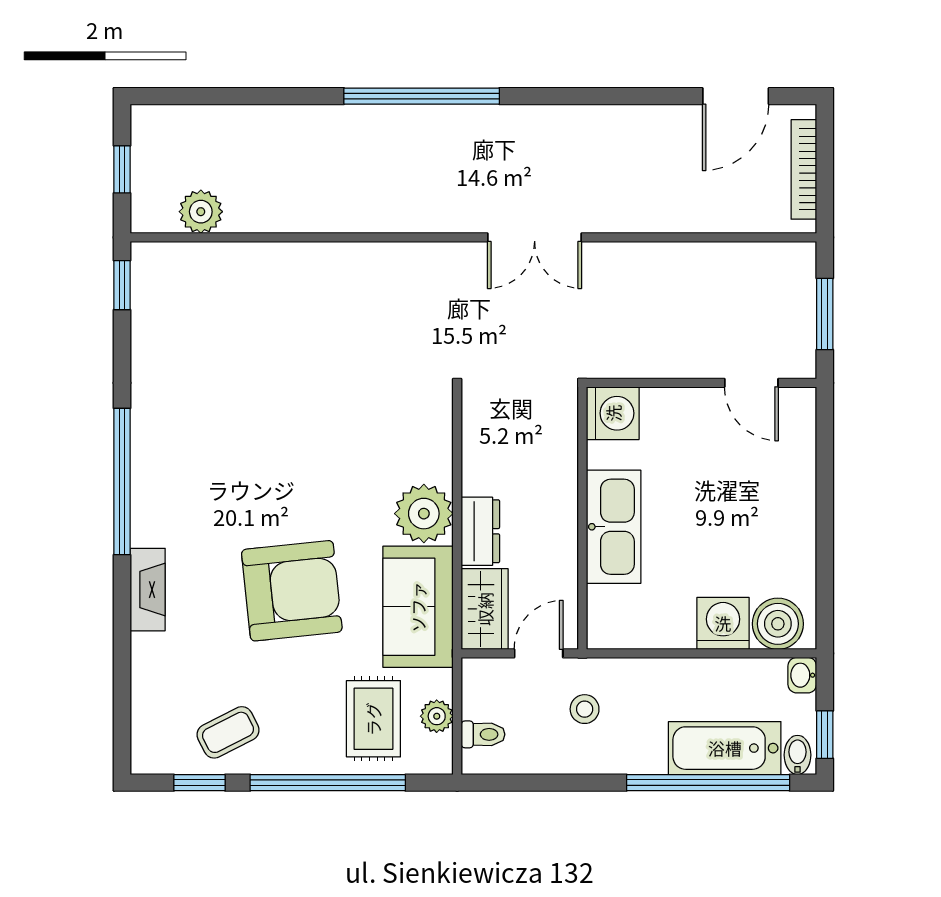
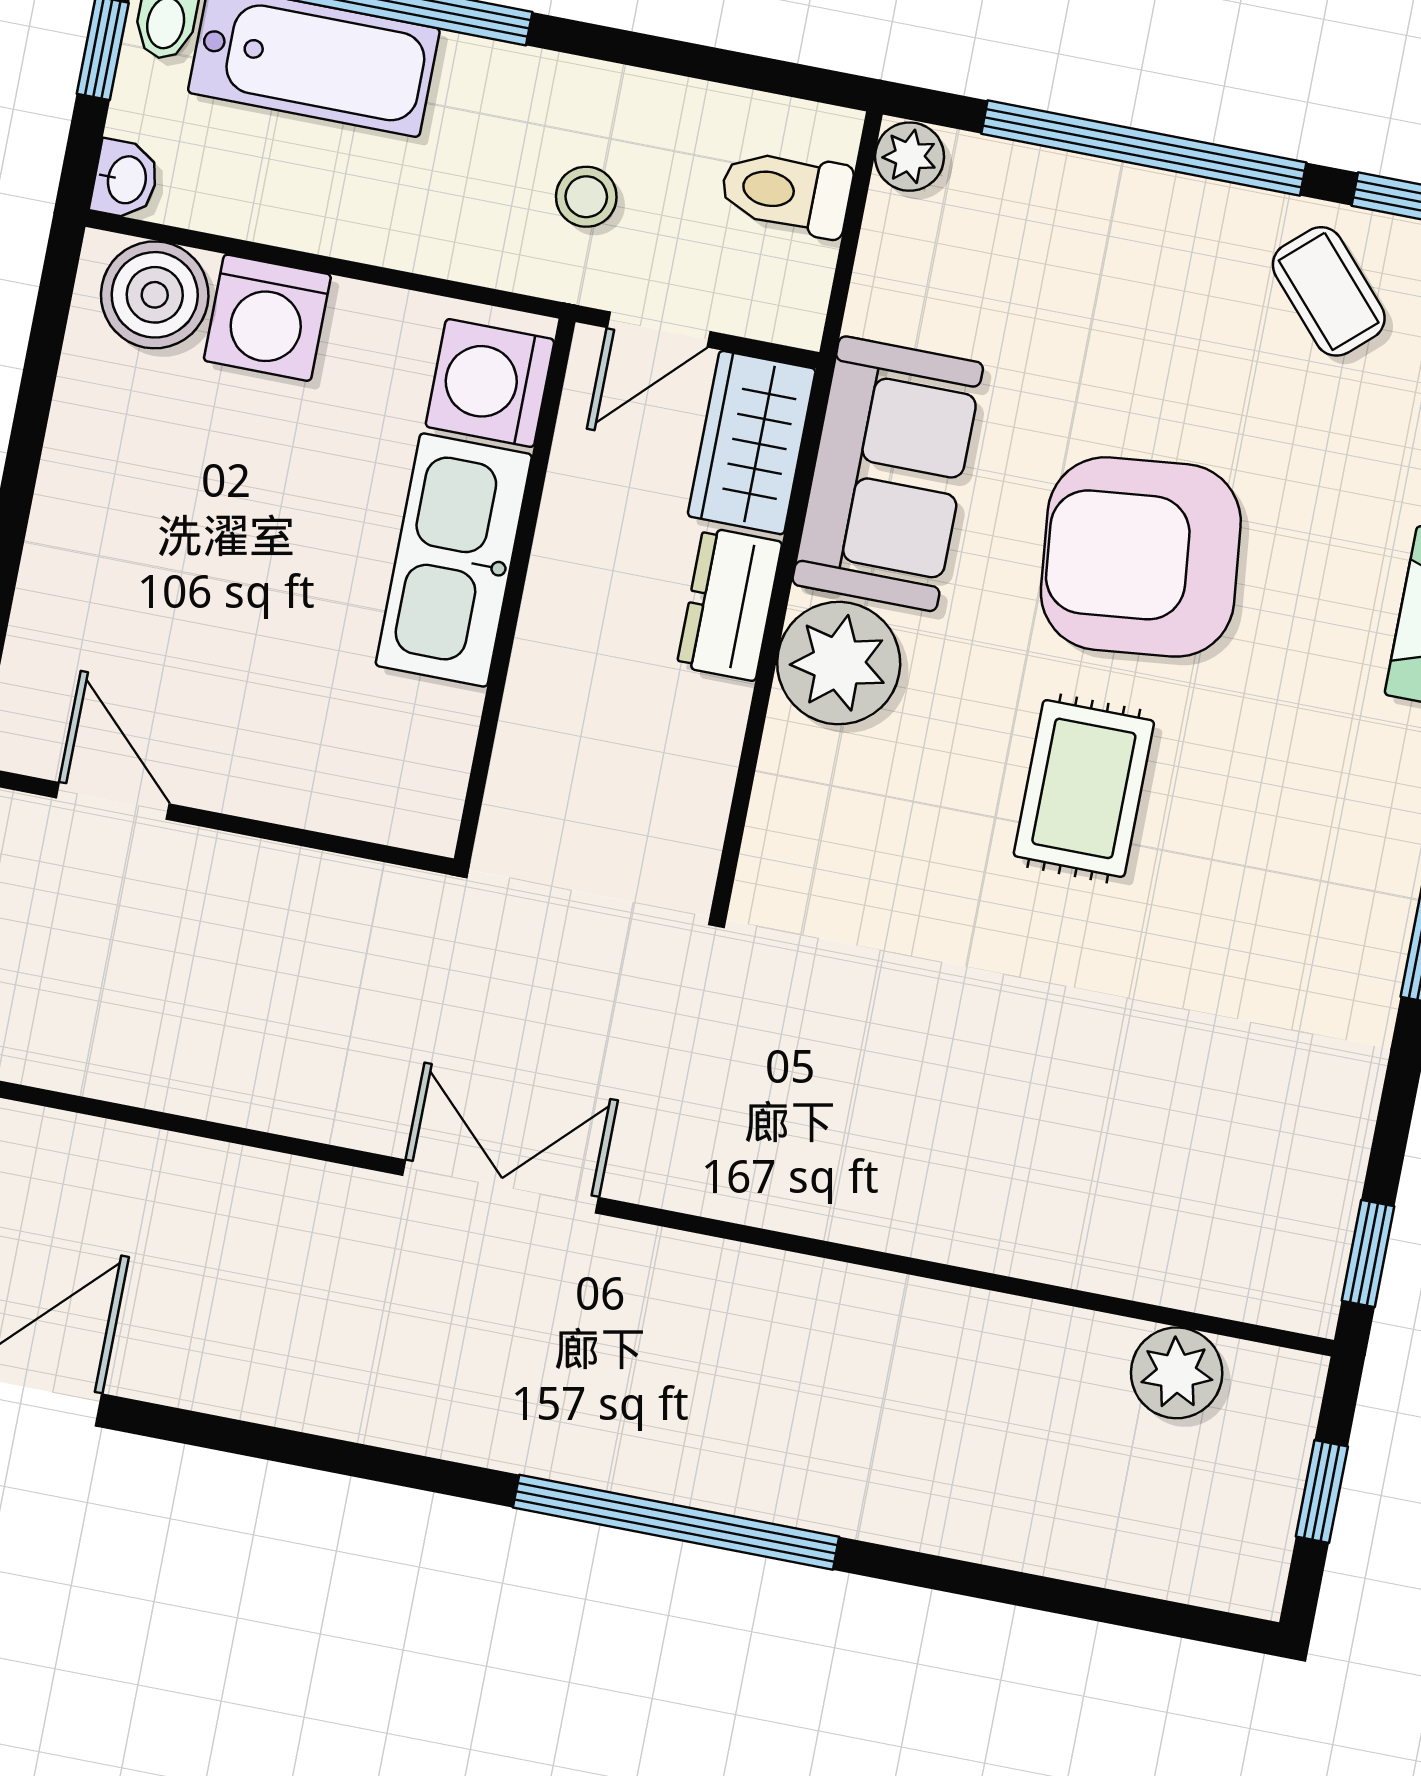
washing machine: (613, 413) -> (490, 383), moved
plant: (437, 716) -> (910, 157), moved
rug: (373, 719) -> (1084, 788), moved
coffee table: (228, 732) -> (1329, 291), turned 75
toilet: (483, 734) -> (786, 192), width x1.37, depth x1.39

